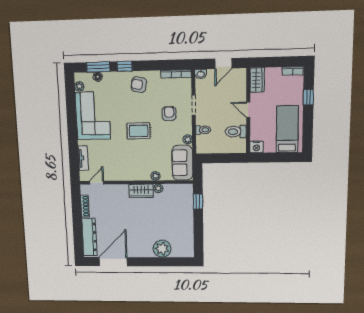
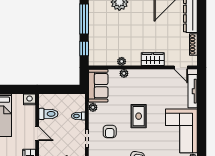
rug: (139, 131) -> (139, 116), turned 90
tv unit: (83, 158) -> (193, 91), width x1.41
door: (97, 183) -> (181, 67), hinge flipped
wardrobe: (141, 191) -> (153, 59), moved
window: (198, 232) -> (84, 19), added

